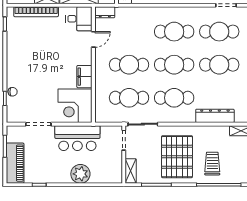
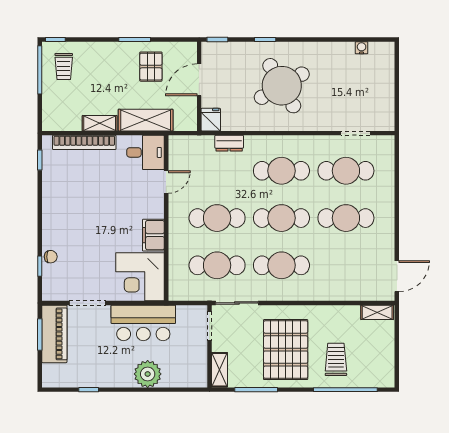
dresser: (105, 12) -> (229, 143), moved
dresser: (215, 116) -> (340, 291), removed
piano: (15, 163) -> (54, 334), moved

